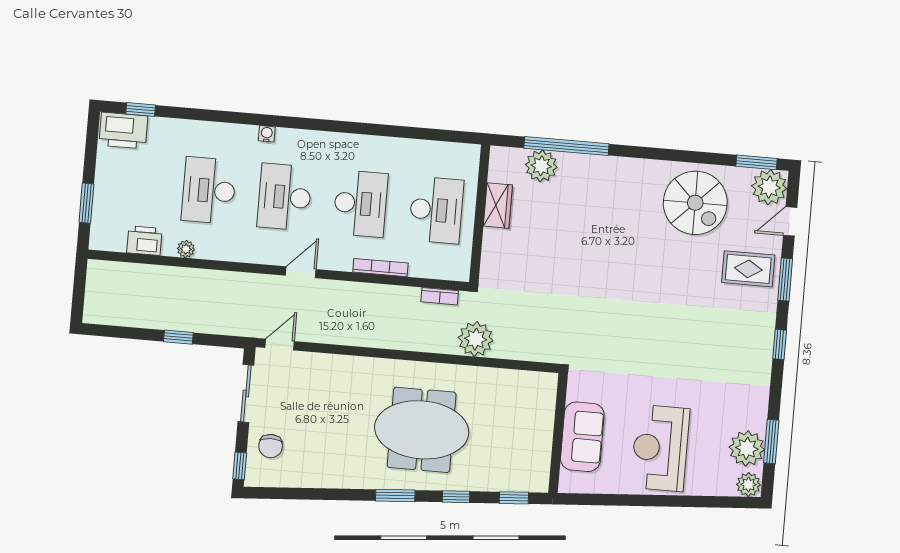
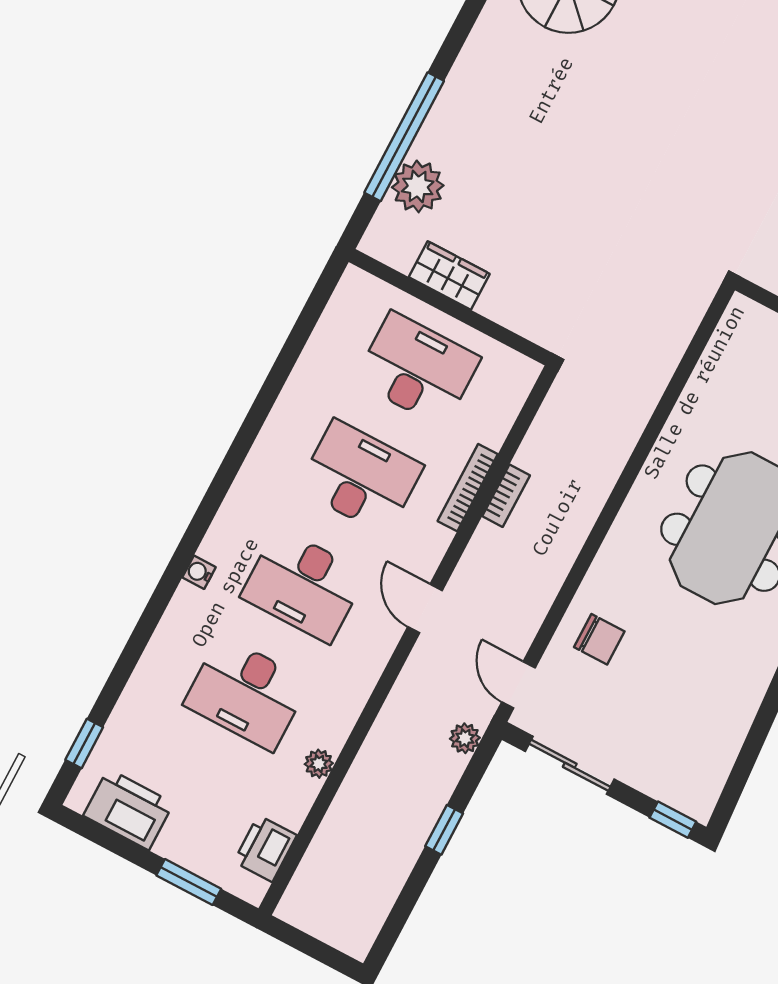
printer: (123, 131) -> (128, 809), moved, turned -90
printer: (144, 241) -> (265, 848), moved
bookcase: (440, 296) -> (506, 496), moved
plant: (476, 339) -> (465, 738), moved, width x0.53, depth x0.53
chair: (271, 446) -> (599, 639), moved

